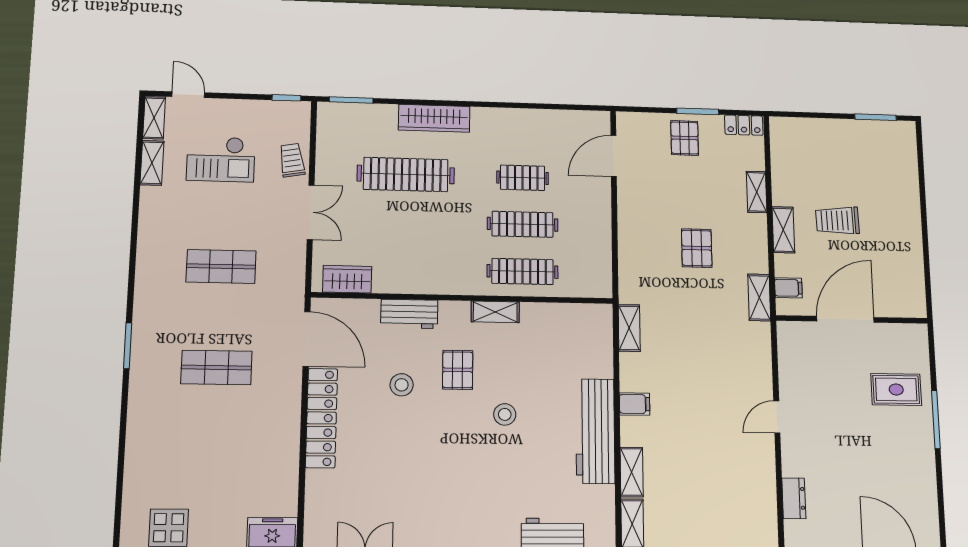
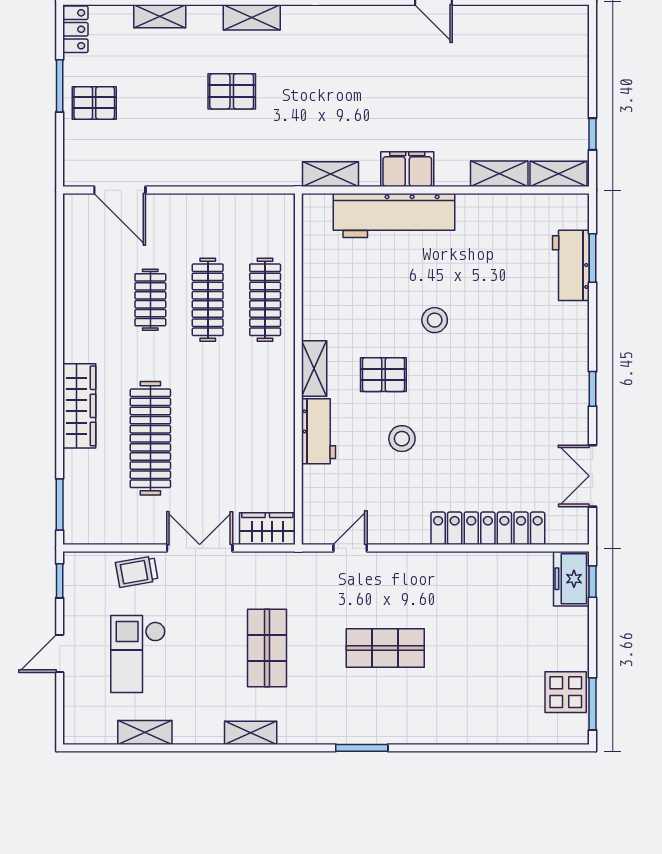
door: (188, 95) -> (60, 654), moved
shelving: (154, 118) -> (251, 733), moved
checkout: (221, 159) -> (138, 654), turned 180
wardrobe: (347, 279) -> (267, 529), moved, turned 90
shelving: (759, 297) -> (252, 17), moved
shelving: (495, 312) -> (314, 369), moved
door: (306, 339) -> (350, 548), width x0.53
shop shelf: (216, 368) -> (385, 648), turned 90
filing cabinet: (635, 404) -> (407, 169), width x2.00
locker: (322, 418) -> (488, 528), moved
workbench: (595, 431) -> (394, 215), moved

